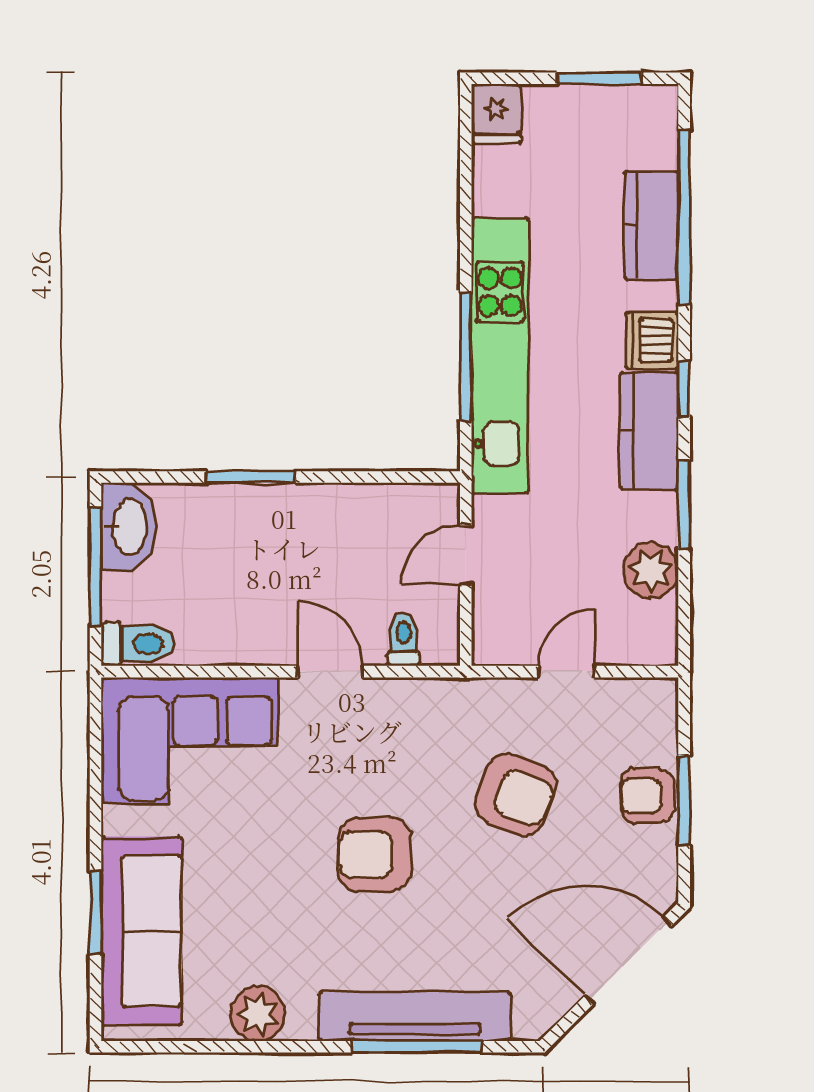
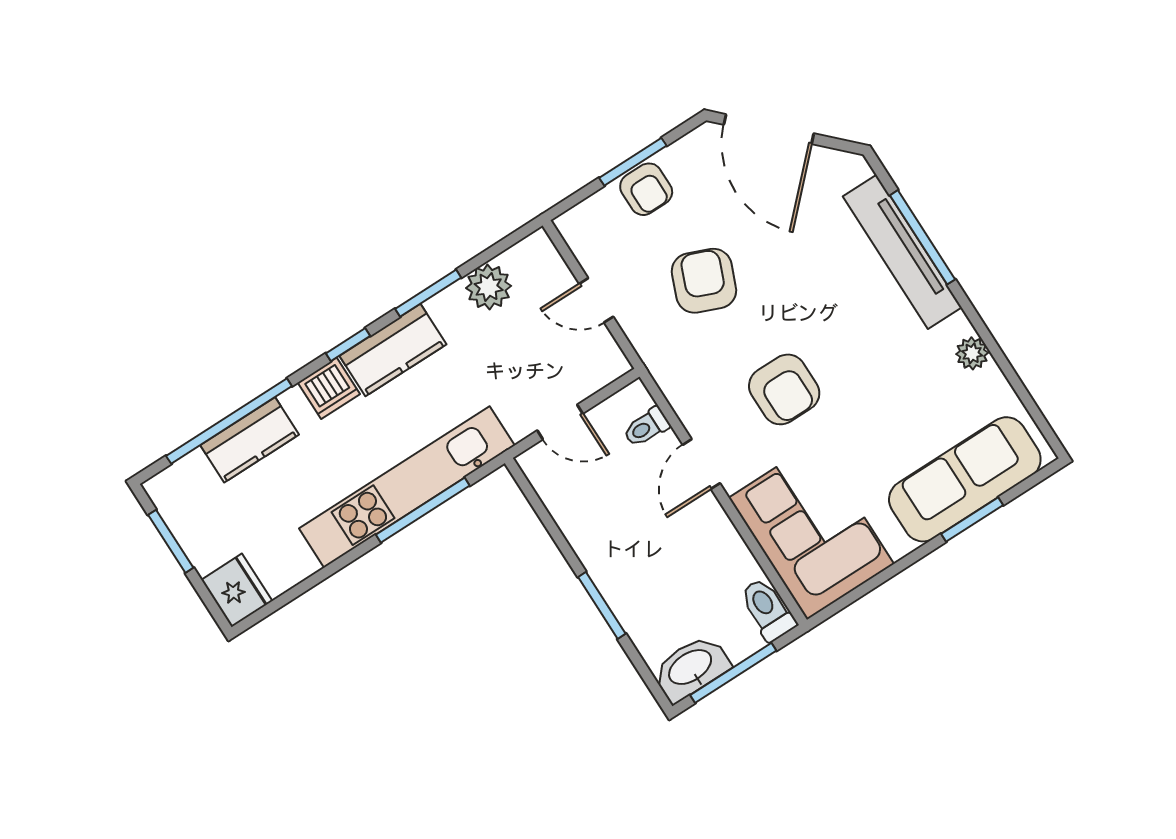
fridge: (496, 114) -> (237, 590), width x1.38
armchair: (375, 855) -> (784, 389), moved
plant: (258, 1014) -> (972, 353), width x0.73, depth x0.73

